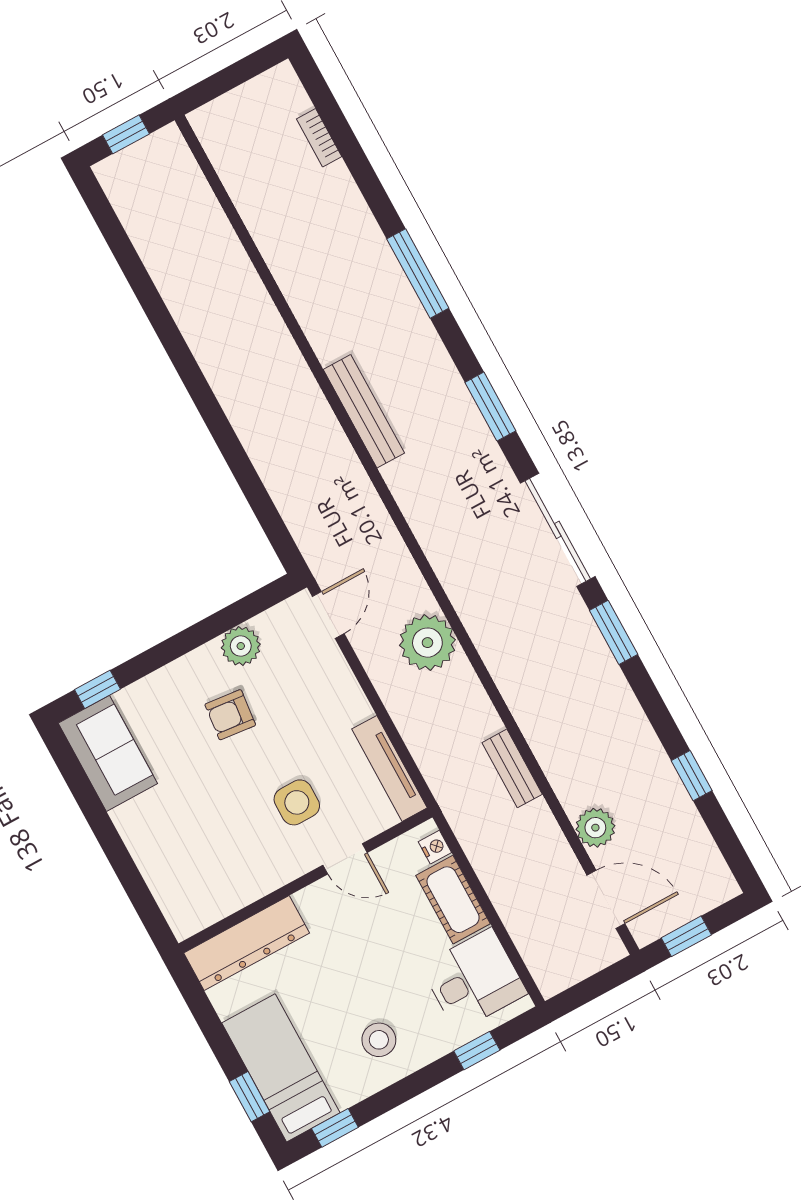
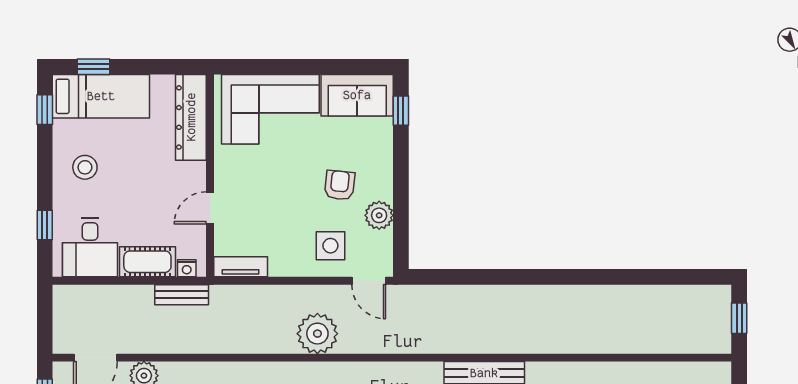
tv unit: (389, 768) -> (241, 267), width x0.71
bench: (512, 768) -> (182, 295), moved
side table: (297, 802) -> (330, 246), moved
corner sofa: (183, 851) -> (270, 109), added

